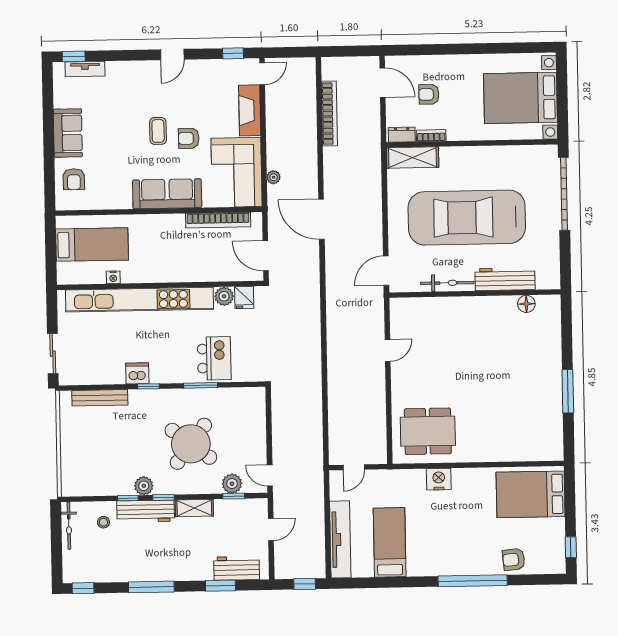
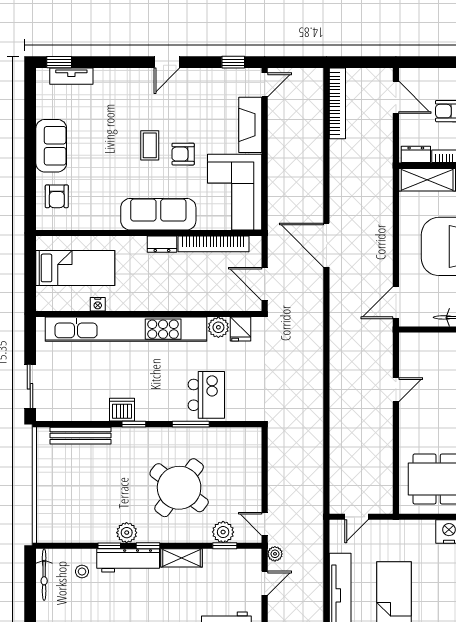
bookcase: (329, 114) -> (337, 103), moved
plant: (274, 177) -> (275, 554), moved
dresser: (171, 221) -> (162, 244), added

